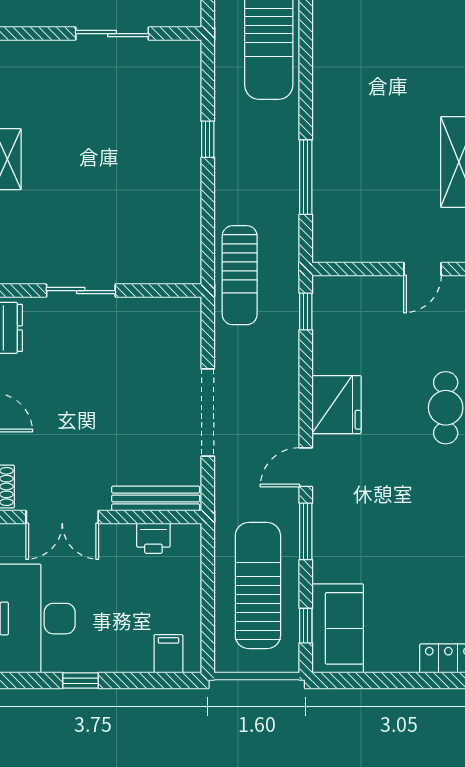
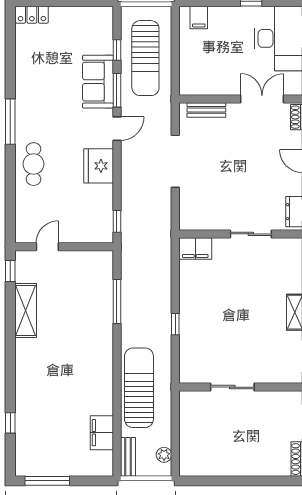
filing cabinet: (174, 266) -> (195, 248), added
sun lounger: (240, 275) -> (156, 243), removed
bench: (156, 498) -> (206, 110), width x0.73
printer: (153, 538) -> (208, 86), removed
window: (306, 626) -> (117, 50), moved
sofa: (338, 628) -> (98, 82), moved

